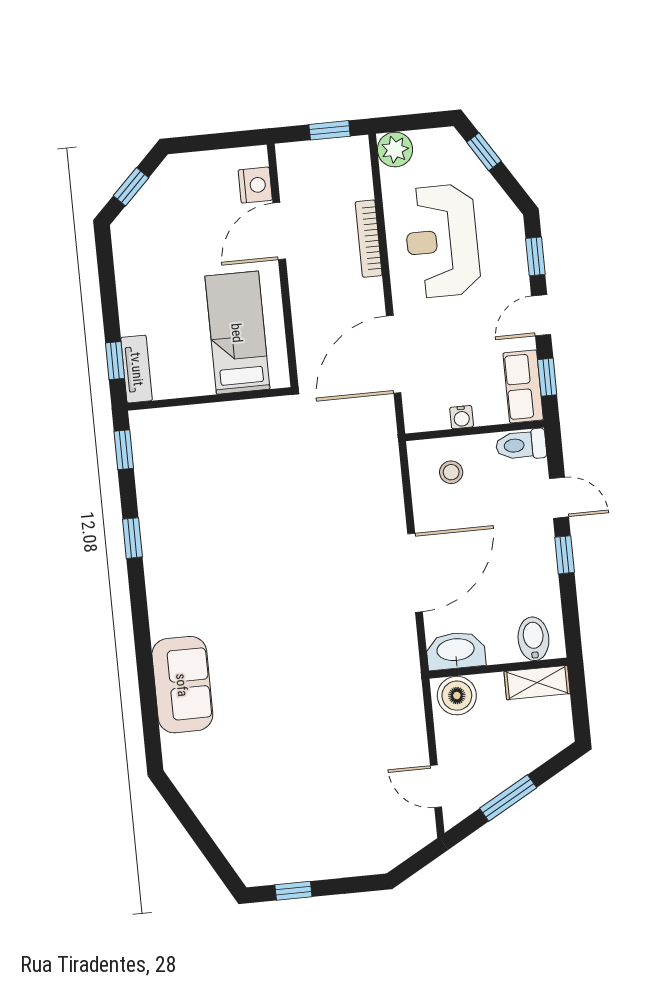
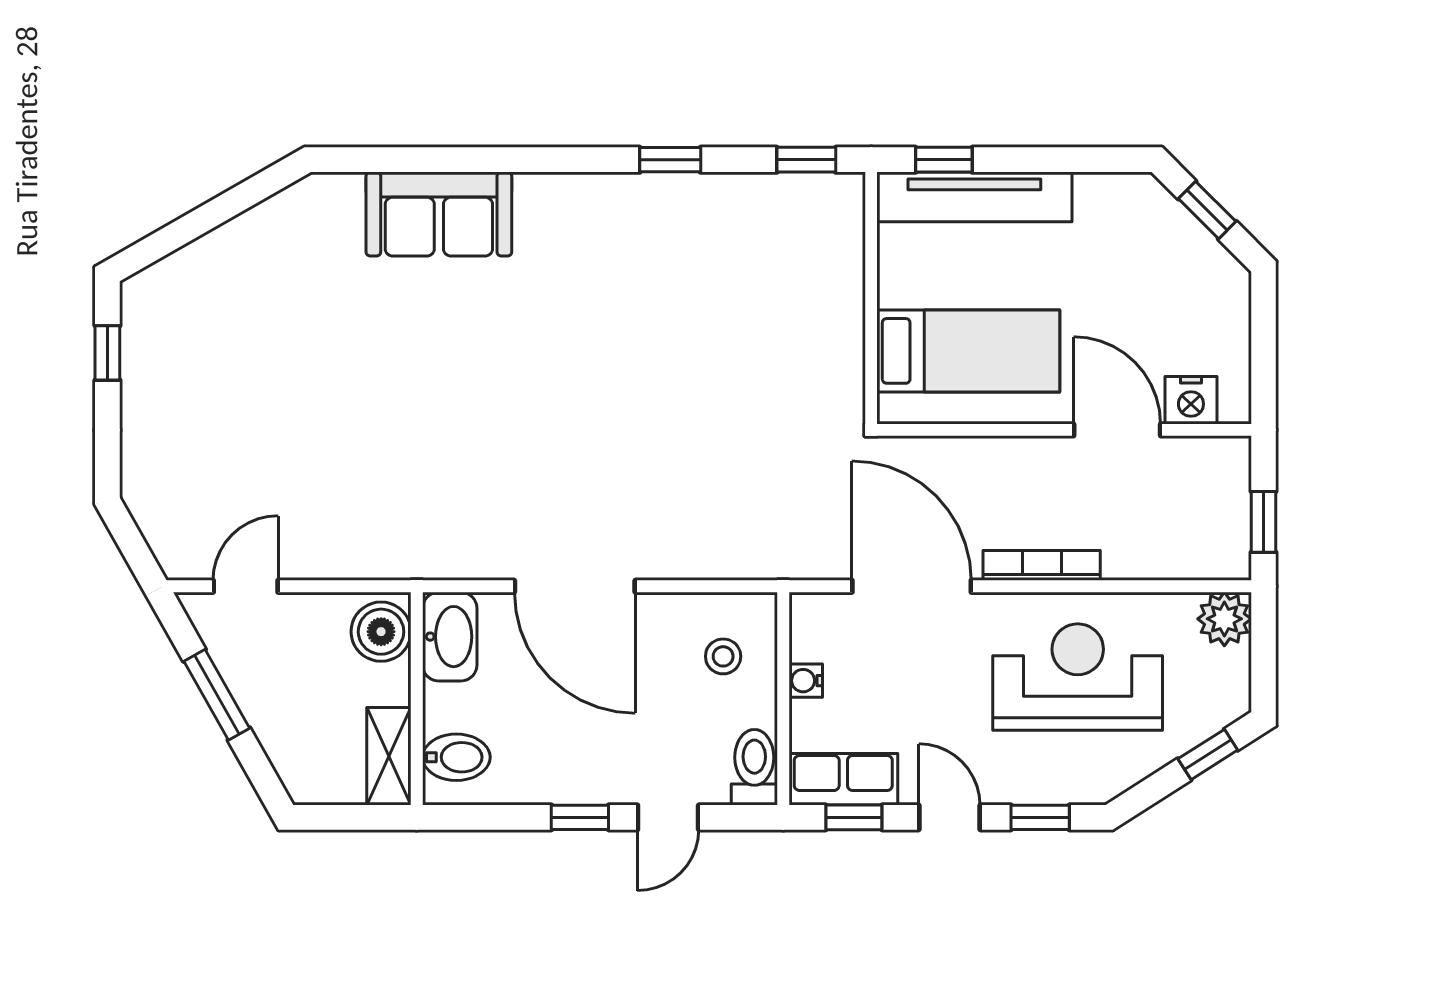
bookcase: (369, 239) -> (1042, 565), moved
tv unit: (137, 369) -> (974, 197), width x1.92, depth x1.29

